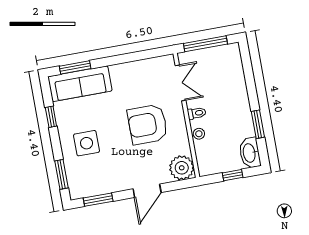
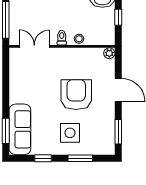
armchair: (147, 124) -> (76, 95), moved, turned 180
plant: (182, 168) -> (109, 53), width x0.53, depth x0.53
window: (61, 174) -> (80, 158), moved

